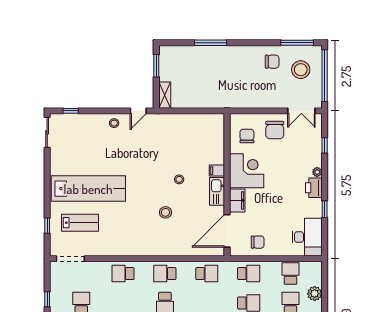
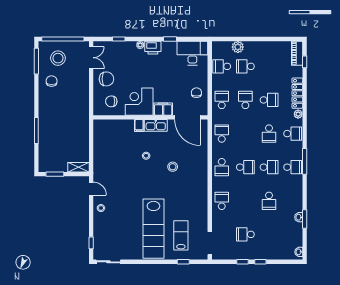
lab bench: (88, 189) -> (153, 229), turned 180
school desk: (123, 274) -> (222, 201), turned 180

